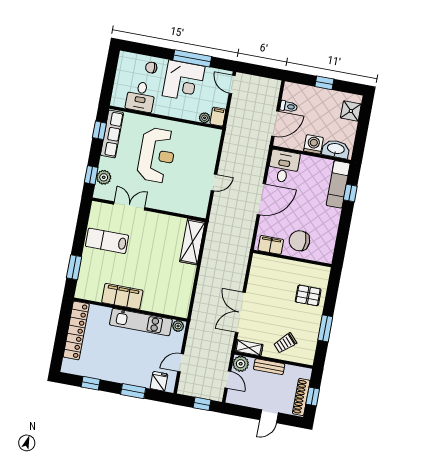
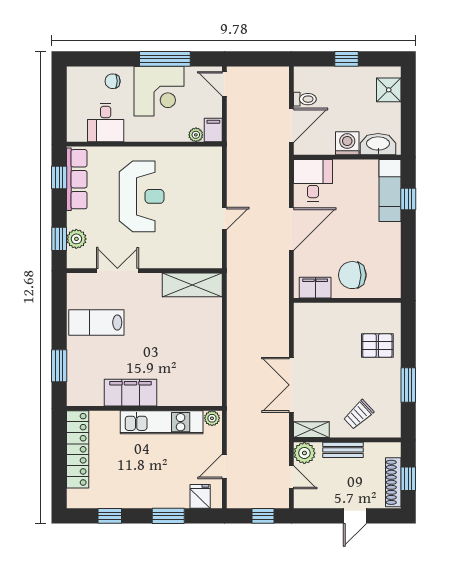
shelving: (192, 242) -> (192, 285), moved, turned 90

